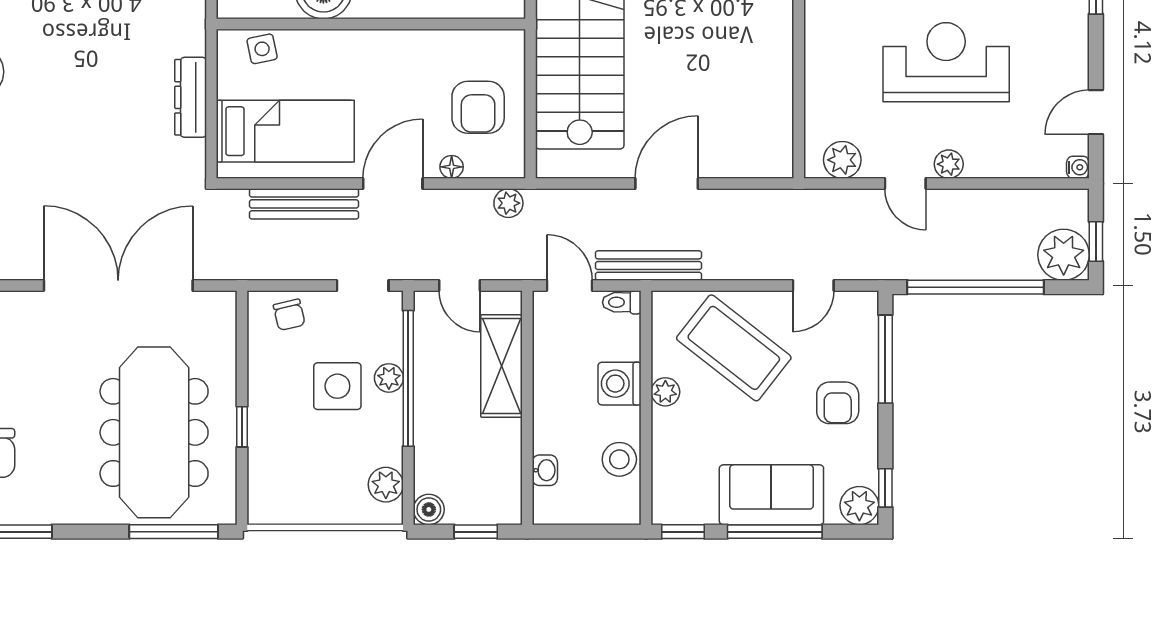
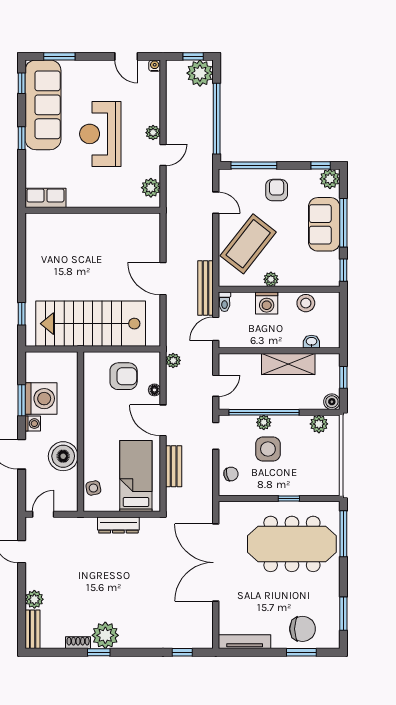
bench: (304, 204) -> (174, 466), width x0.73
shelving: (502, 366) -> (288, 364), moved
armchair: (838, 403) -> (277, 190), turned -90

